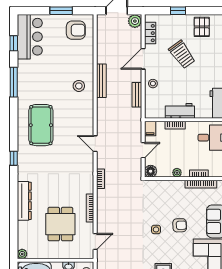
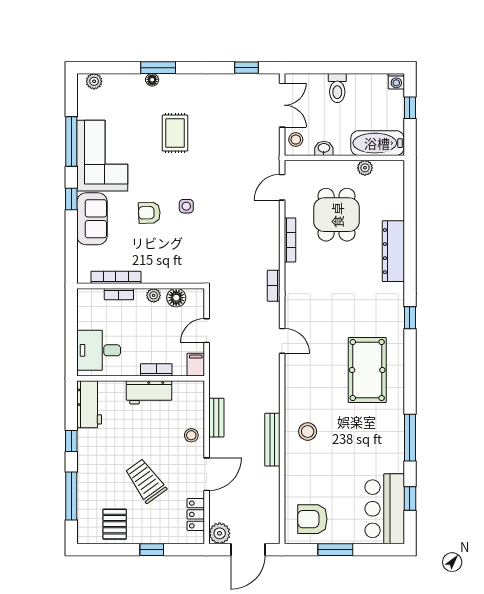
floor lamp: (151, 171) -> (176, 298), moved
plant: (22, 254) -> (365, 168), moved

